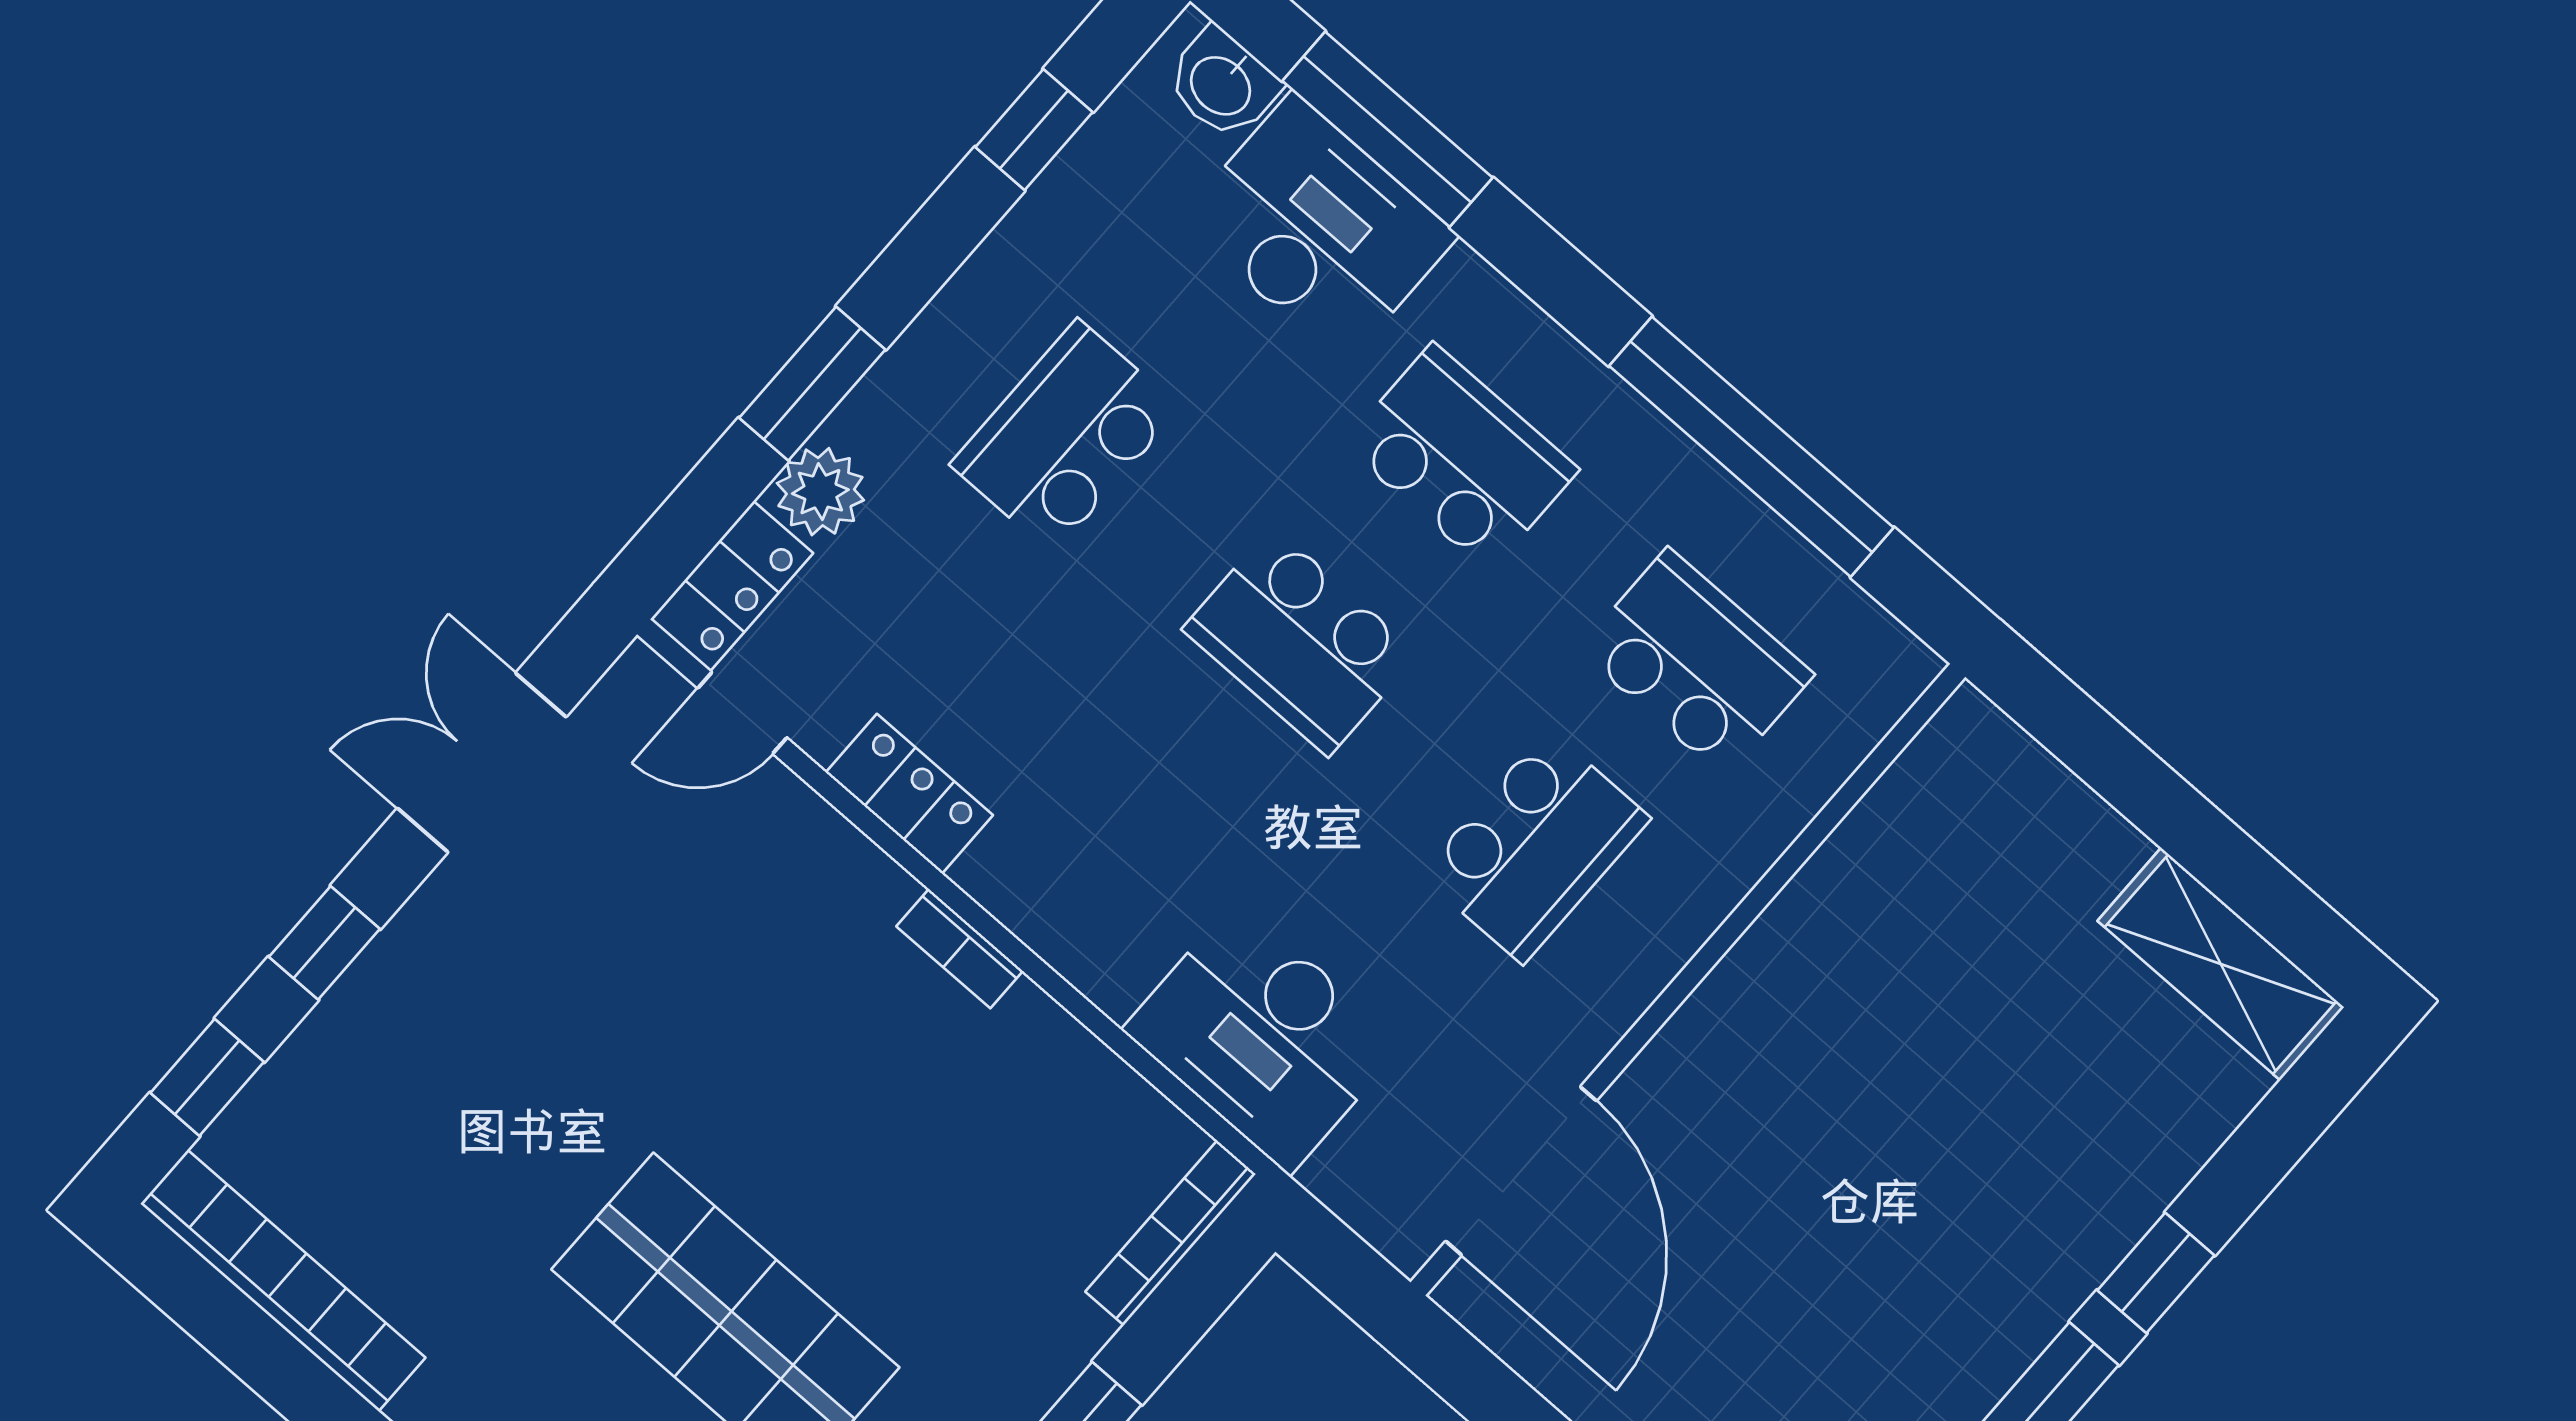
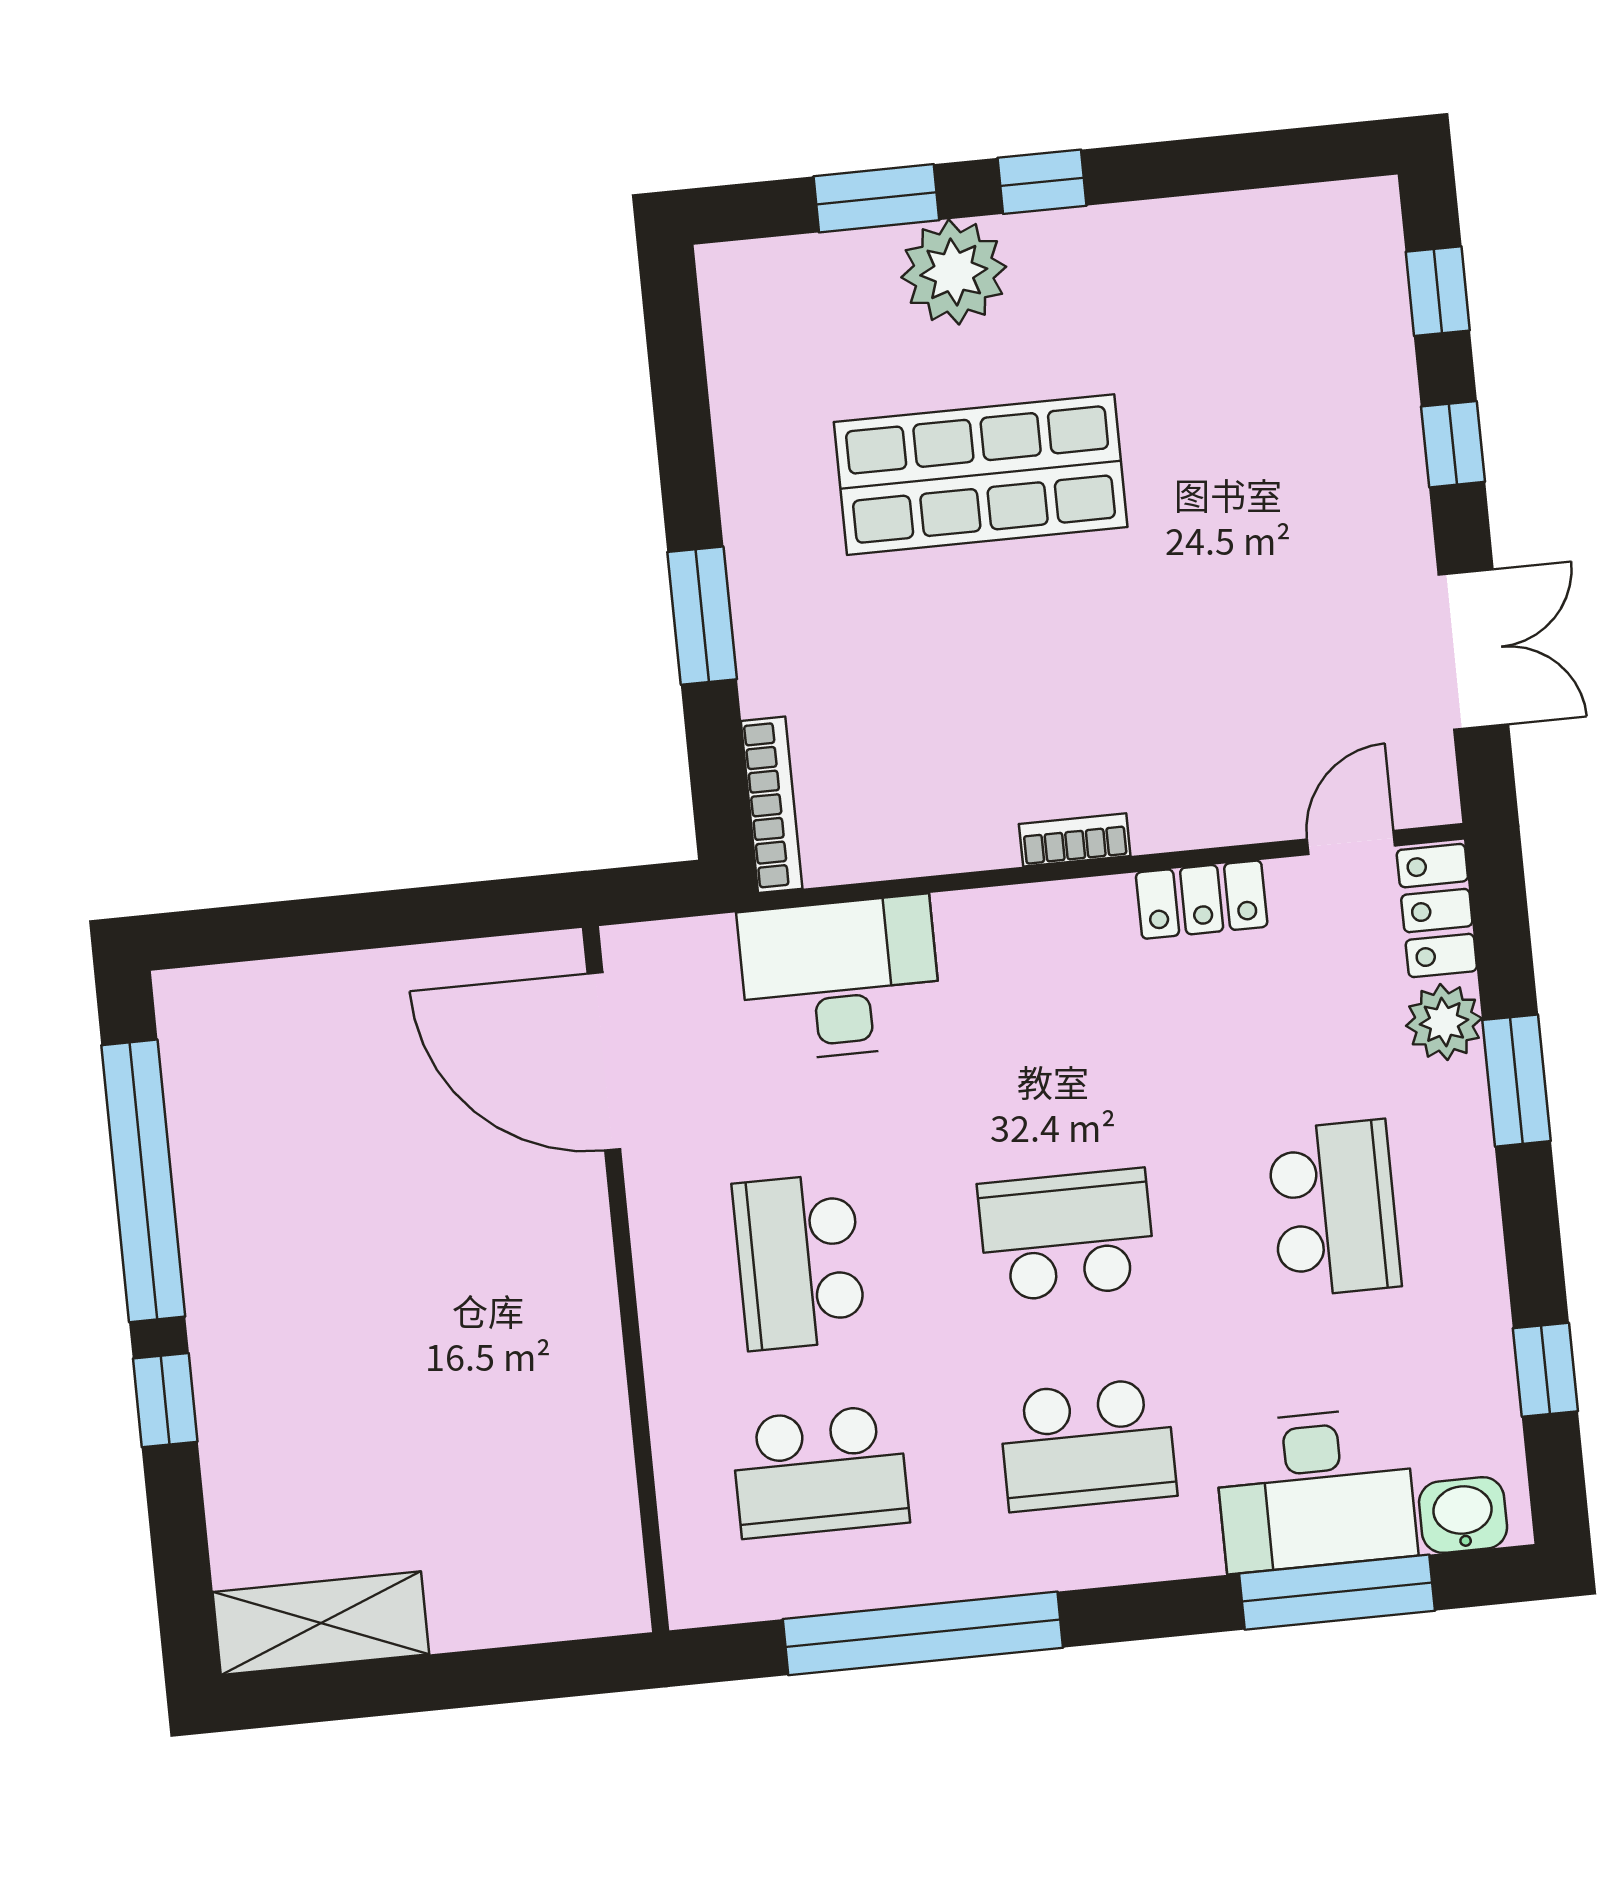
bookcase: (283, 1281) -> (1265, 219), removed

